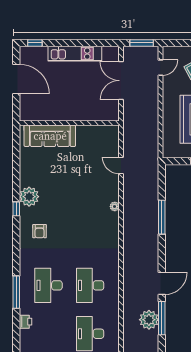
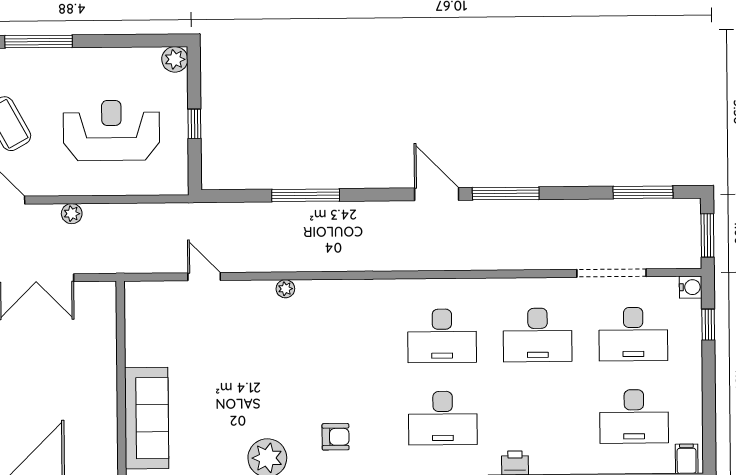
door: (121, 165) -> (204, 277), swing flipped
plant: (149, 320) -> (72, 214), moved, width x0.53, depth x0.53

